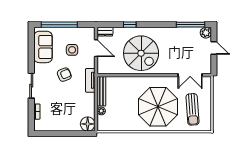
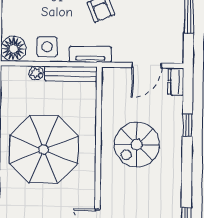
side table: (72, 50) -> (47, 47), moved
spiral stairs: (141, 53) -> (137, 144), width x0.73, depth x0.73
parasol: (158, 107) -> (44, 150), moved

